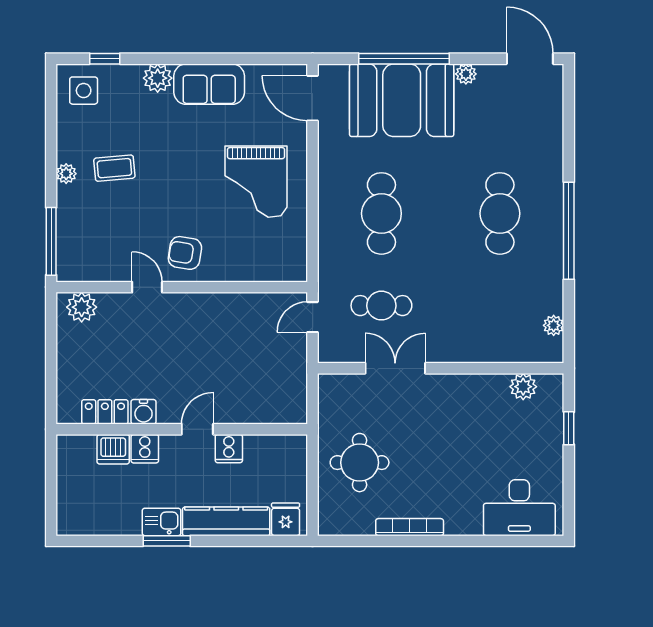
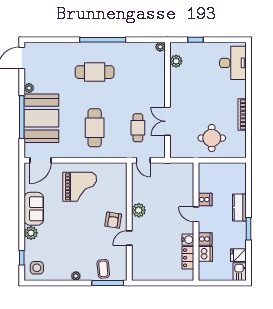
coffee table: (114, 168) -> (103, 269), moved
cafe table: (381, 213) -> (95, 128), turned 90
plant: (82, 307) -> (139, 210), moved
plant: (554, 325) -> (160, 47), moved
fridge: (286, 519) -> (238, 255), moved
kitchen counter: (226, 521) -> (239, 208), width x0.67
kitchen sink: (162, 522) -> (240, 272), moved

